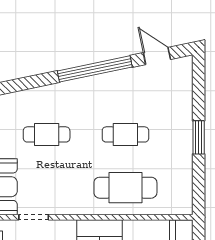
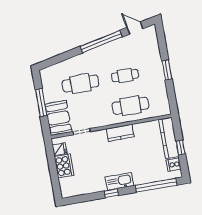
cafe table: (47, 134) -> (80, 84), width x1.37, depth x1.35

